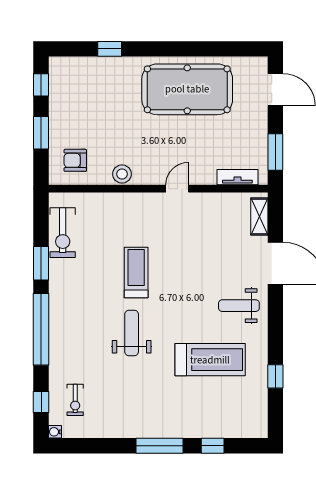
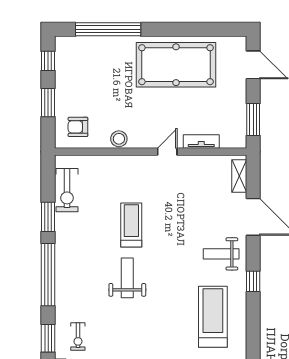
window: (110, 49) -> (108, 29), width x3.17
tv unit: (237, 177) -> (201, 142), moved
treadmill: (210, 360) -> (213, 317), moved, turned -90
window: (275, 376) -> (253, 281), moved
window: (41, 402) -> (48, 338), width x1.50

